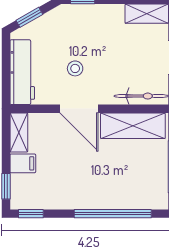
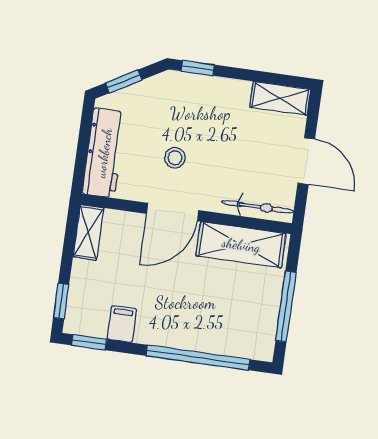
door: (79, 109) -> (173, 212), hinge flipped
filing cabinet: (23, 163) -> (122, 324), moved, turned -90

